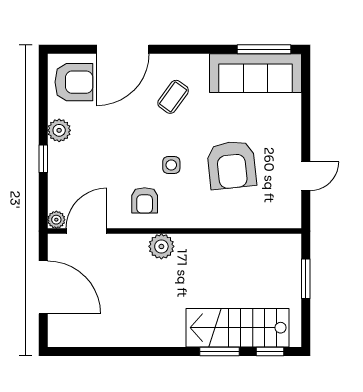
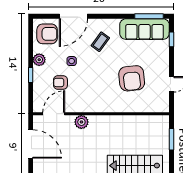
window: (306, 92) -> (171, 39), added
side table: (171, 165) -> (72, 61), moved
armchair: (145, 200) -> (60, 82), moved, turned 90
plant: (56, 220) -> (38, 108), removed
plant: (161, 246) -> (81, 122), moved

